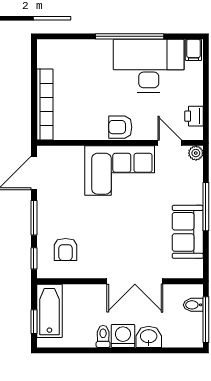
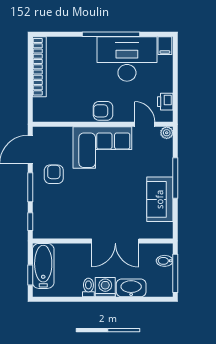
bookcase: (45, 105) -> (39, 67), moved
armchair: (66, 249) -> (54, 174), moved, turned 180
washbasin: (149, 337) -> (131, 288), width x1.38

